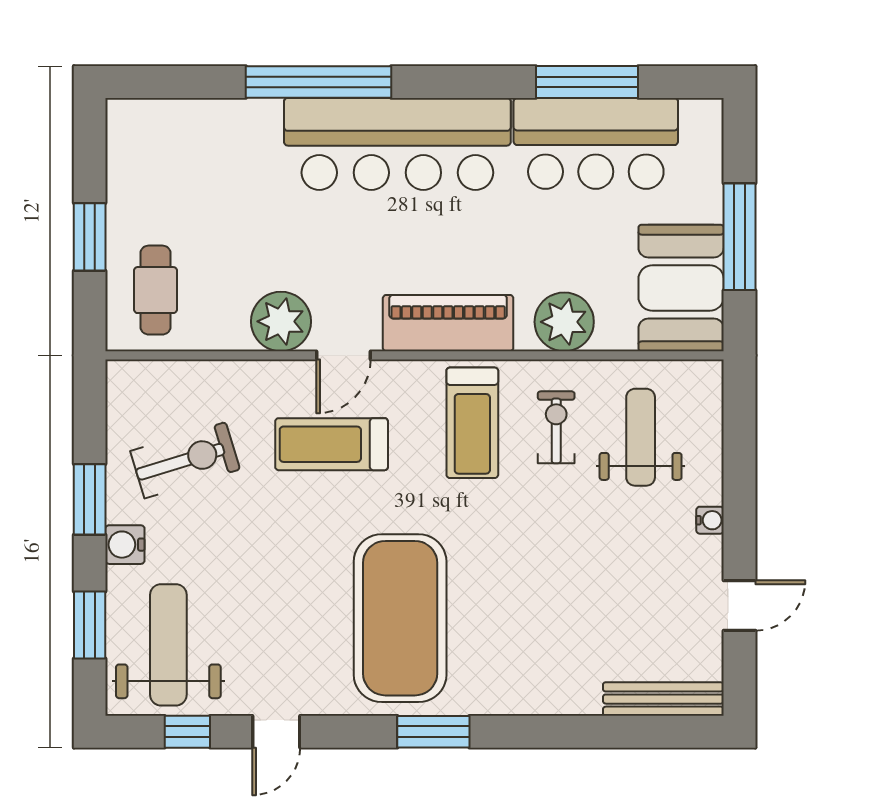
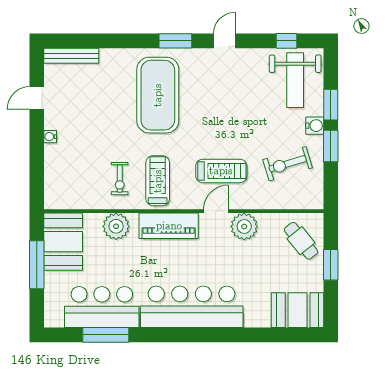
window: (318, 82) -> (227, 335), removed
booth: (163, 136) -> (298, 310), added
cafe table: (155, 290) -> (301, 241), turned -39
weight bench: (641, 437) -> (82, 174), removed
exercise mat: (400, 618) -> (158, 95), moved
window: (90, 625) -> (331, 105), moved
door: (276, 732) -> (224, 41), moved

